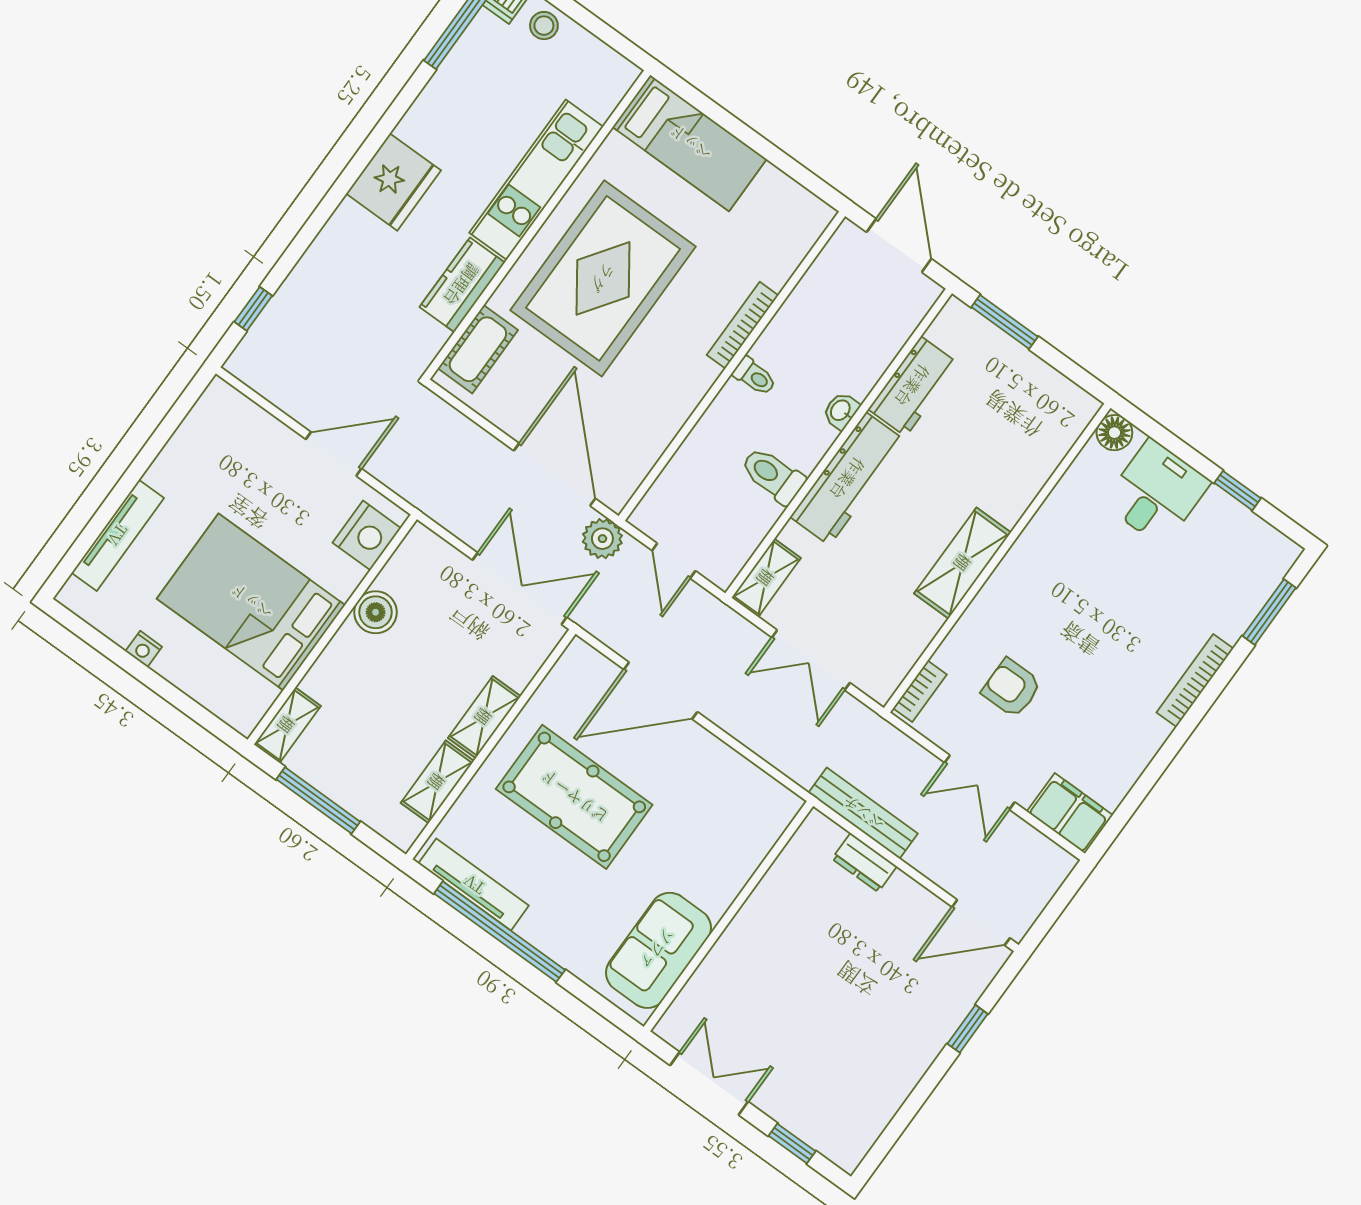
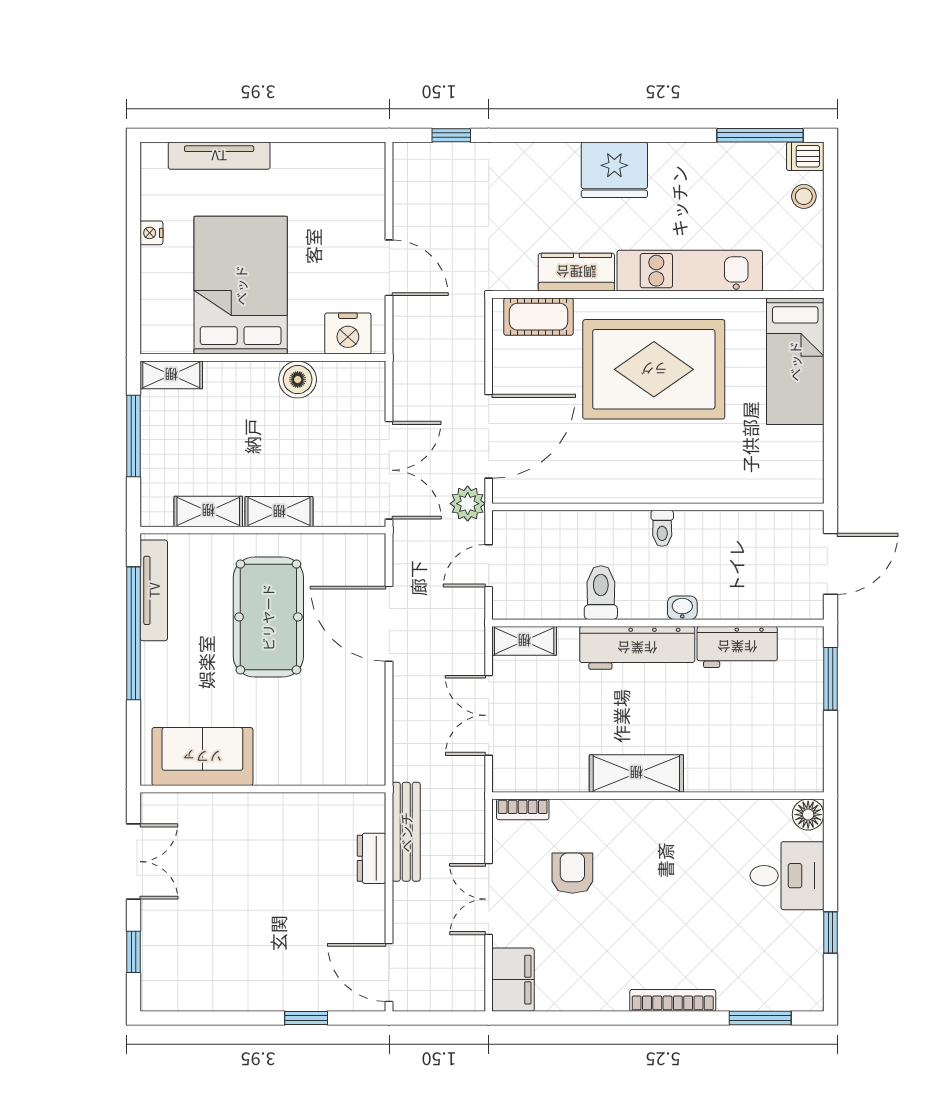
bookcase: (743, 325) -> (693, 493), removed

